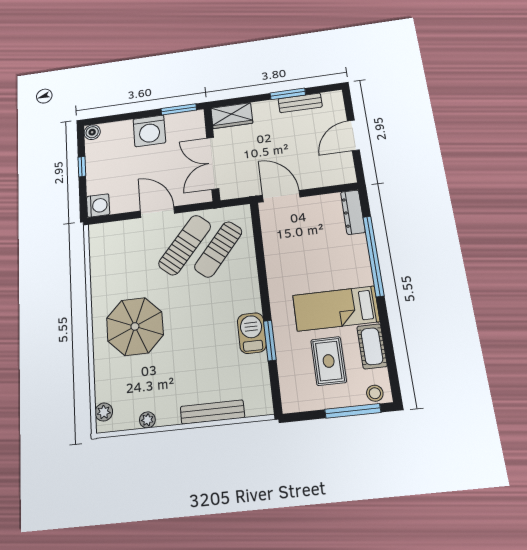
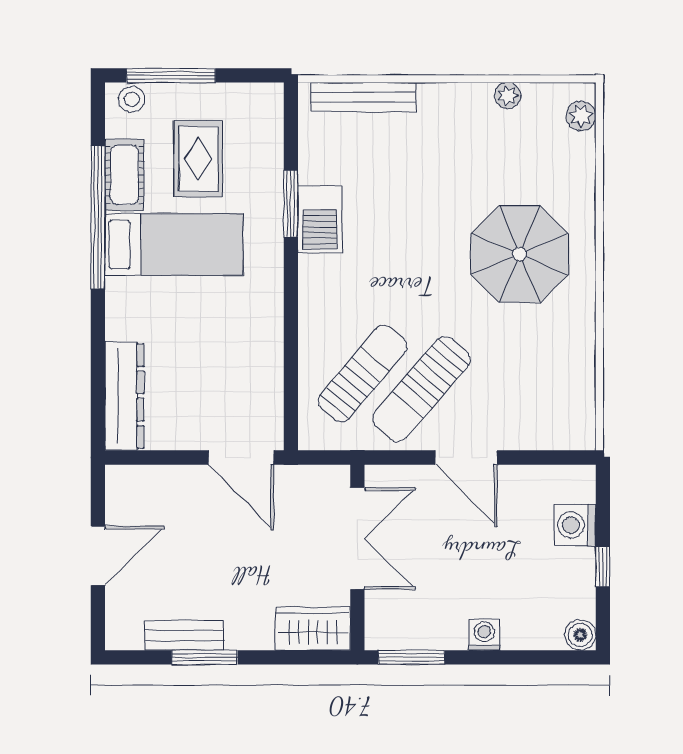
washing machine: (149, 131) -> (484, 635), width x0.53, depth x0.53
washing machine: (98, 206) -> (575, 525), moved
dresser: (353, 212) -> (124, 396), width x1.37, depth x1.24
window: (373, 256) -> (98, 217), moved
bench: (212, 412) -> (363, 97), moved

